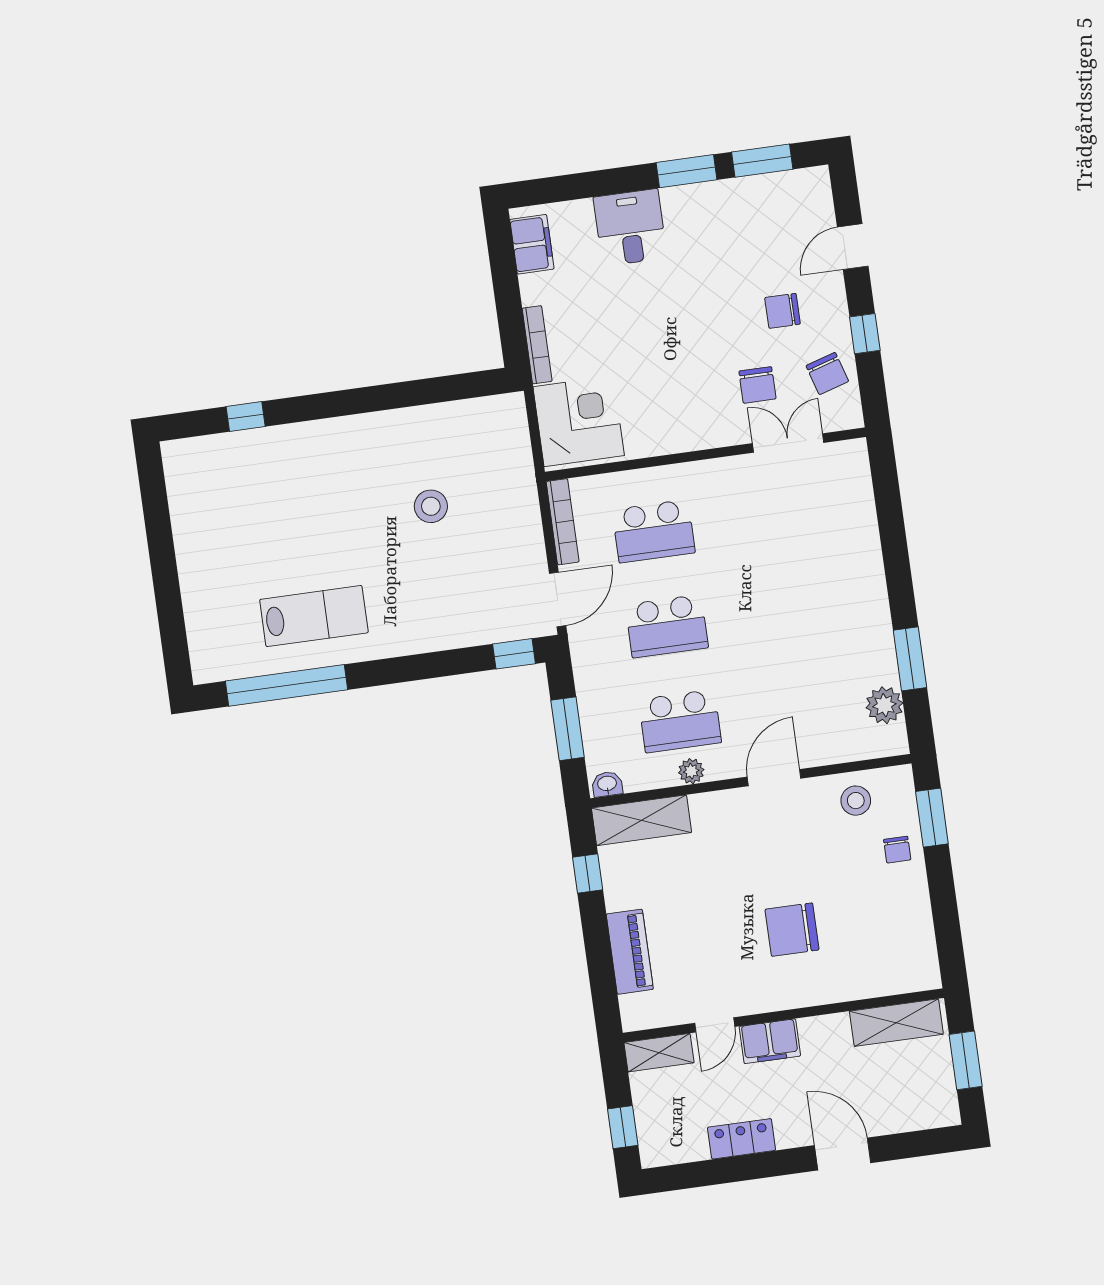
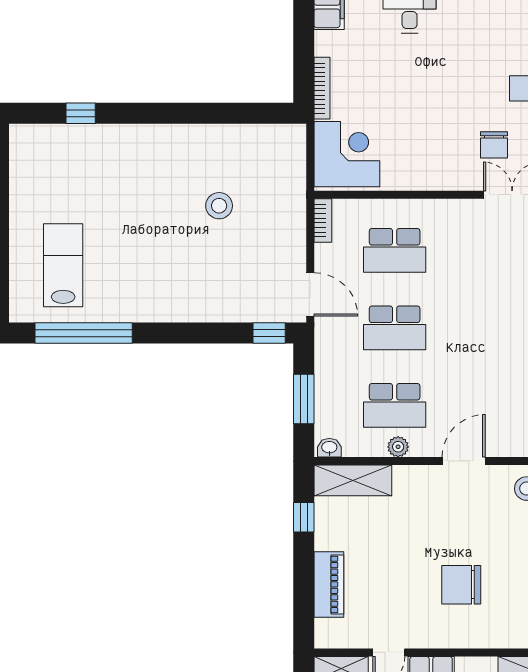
bookcase: (563, 522) -> (323, 220), width x0.64
door: (558, 599) -> (310, 294), hinge flipped
lab bench: (314, 616) -> (63, 265), moved, turned -90

